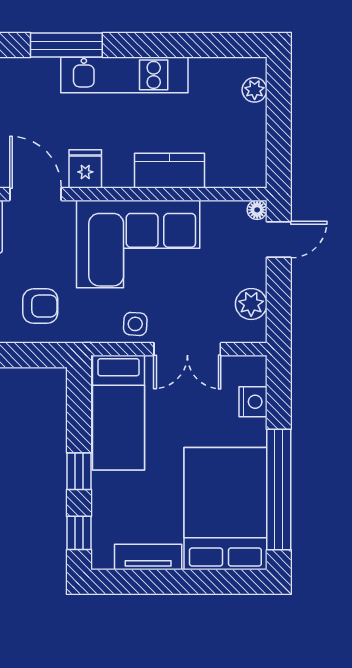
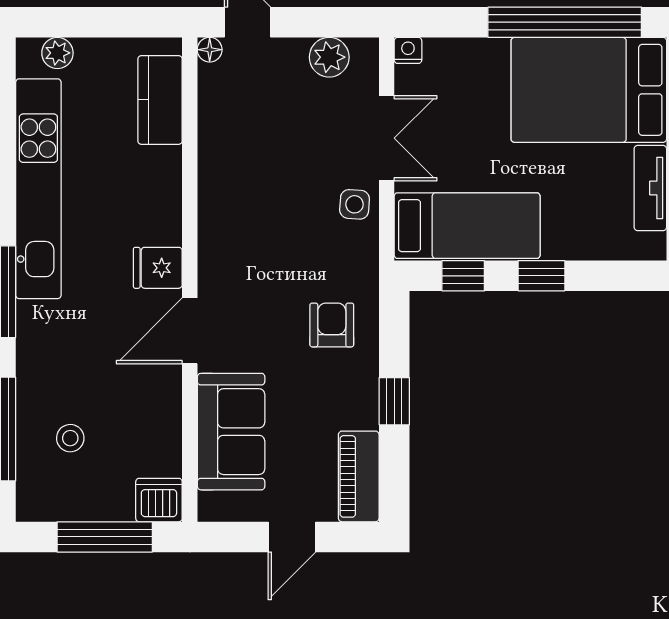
kitchen unit: (124, 75) -> (38, 189), width x1.36
kitchen counter: (169, 171) -> (160, 100), moved
corner sofa: (138, 244) -> (253, 201), removed
nightstand: (253, 402) -> (408, 50), moved, width x0.72, depth x0.74
window: (79, 533) -> (463, 276), moved

